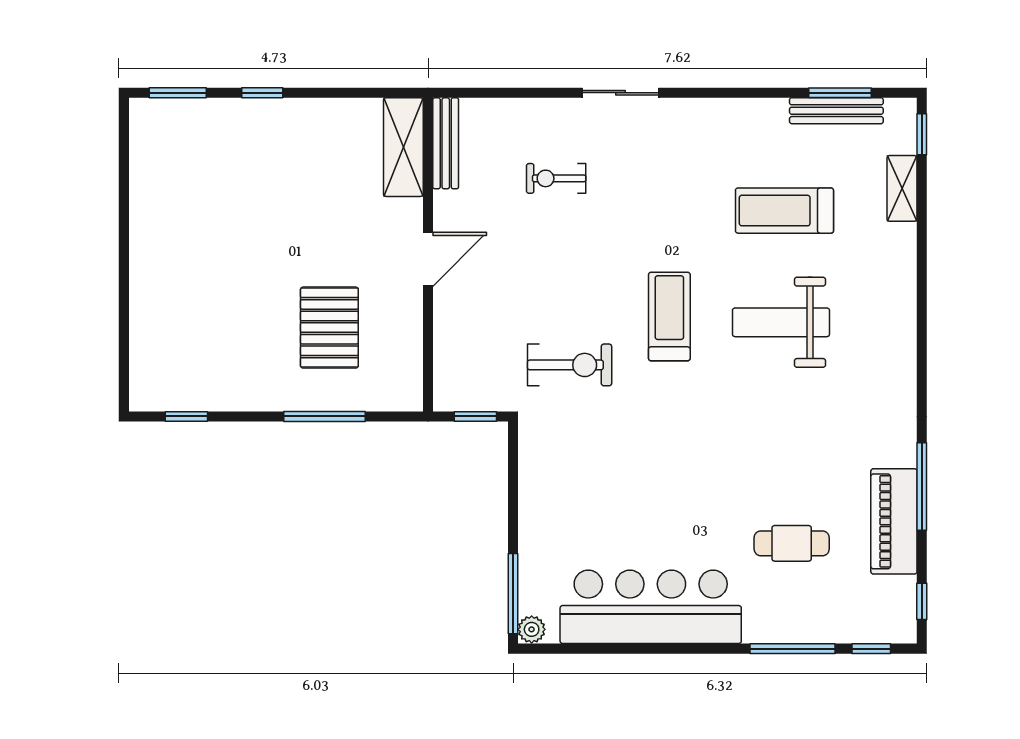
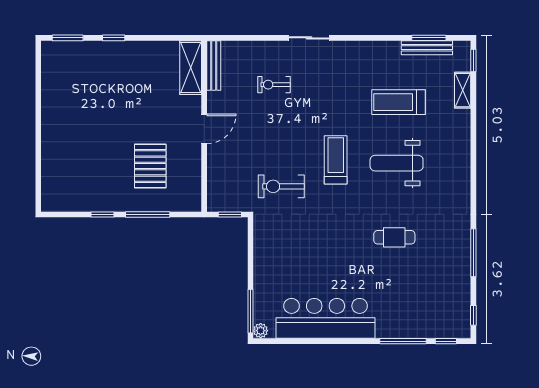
exercise bike: (570, 365) -> (281, 186), turned 180
window: (186, 416) -> (102, 214), moved
piano: (894, 521) -> (458, 272), removed
cafe table: (792, 543) -> (394, 237), moved

